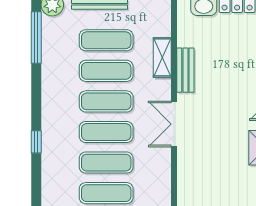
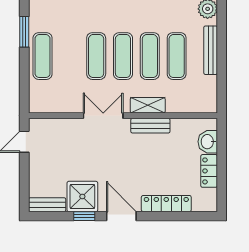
shelving: (162, 57) -> (148, 105), moved
exercise mat: (106, 163) -> (69, 56), removed

